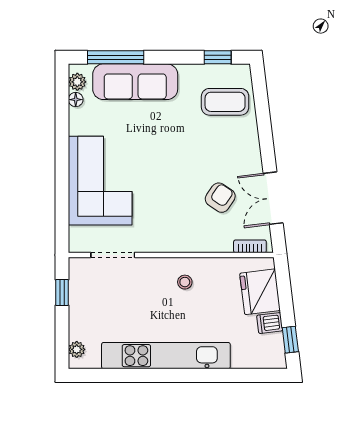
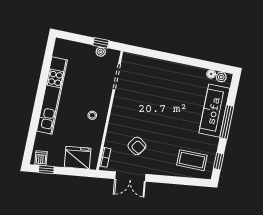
window: (116, 57) -> (227, 122), moved
coffee table: (225, 102) -> (192, 160), turned 90
corner sofa: (100, 181) -> (161, 78), removed
double door: (273, 198) -> (130, 177), swing flipped
dishwasher: (270, 323) -> (41, 158), moved
plant: (77, 349) -> (101, 52), moved

